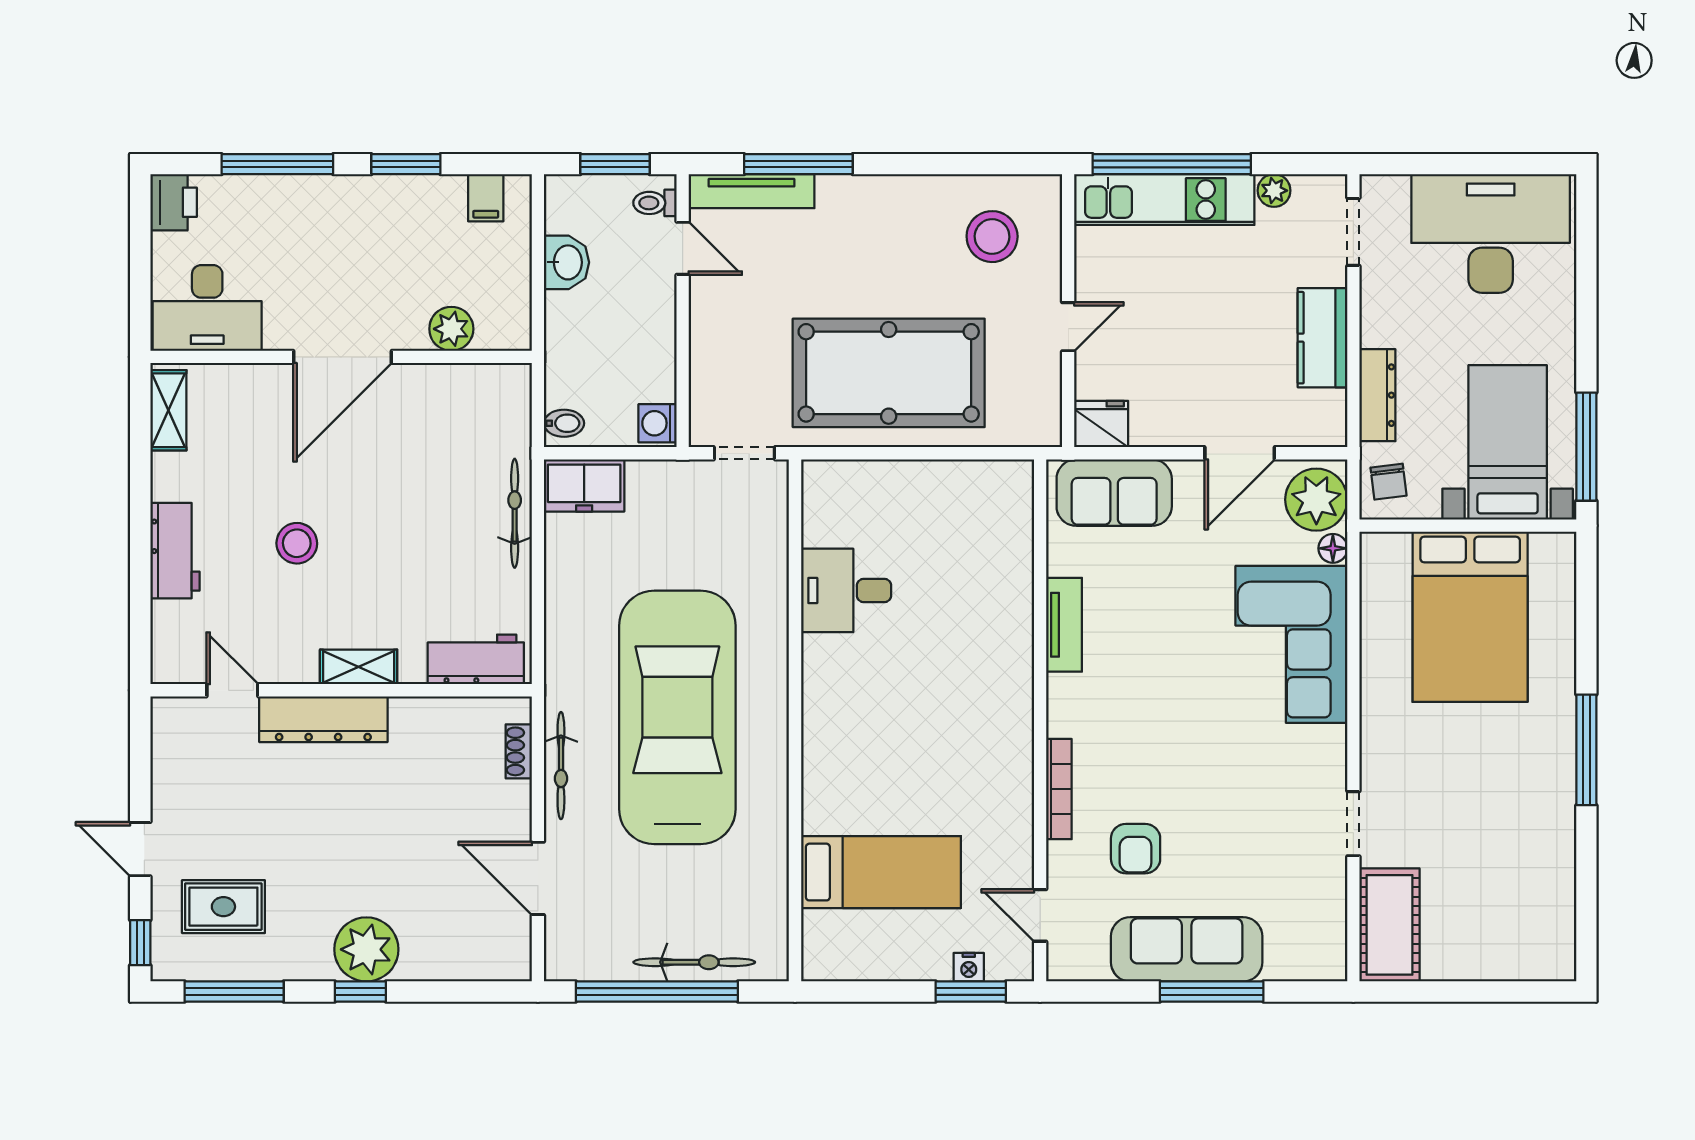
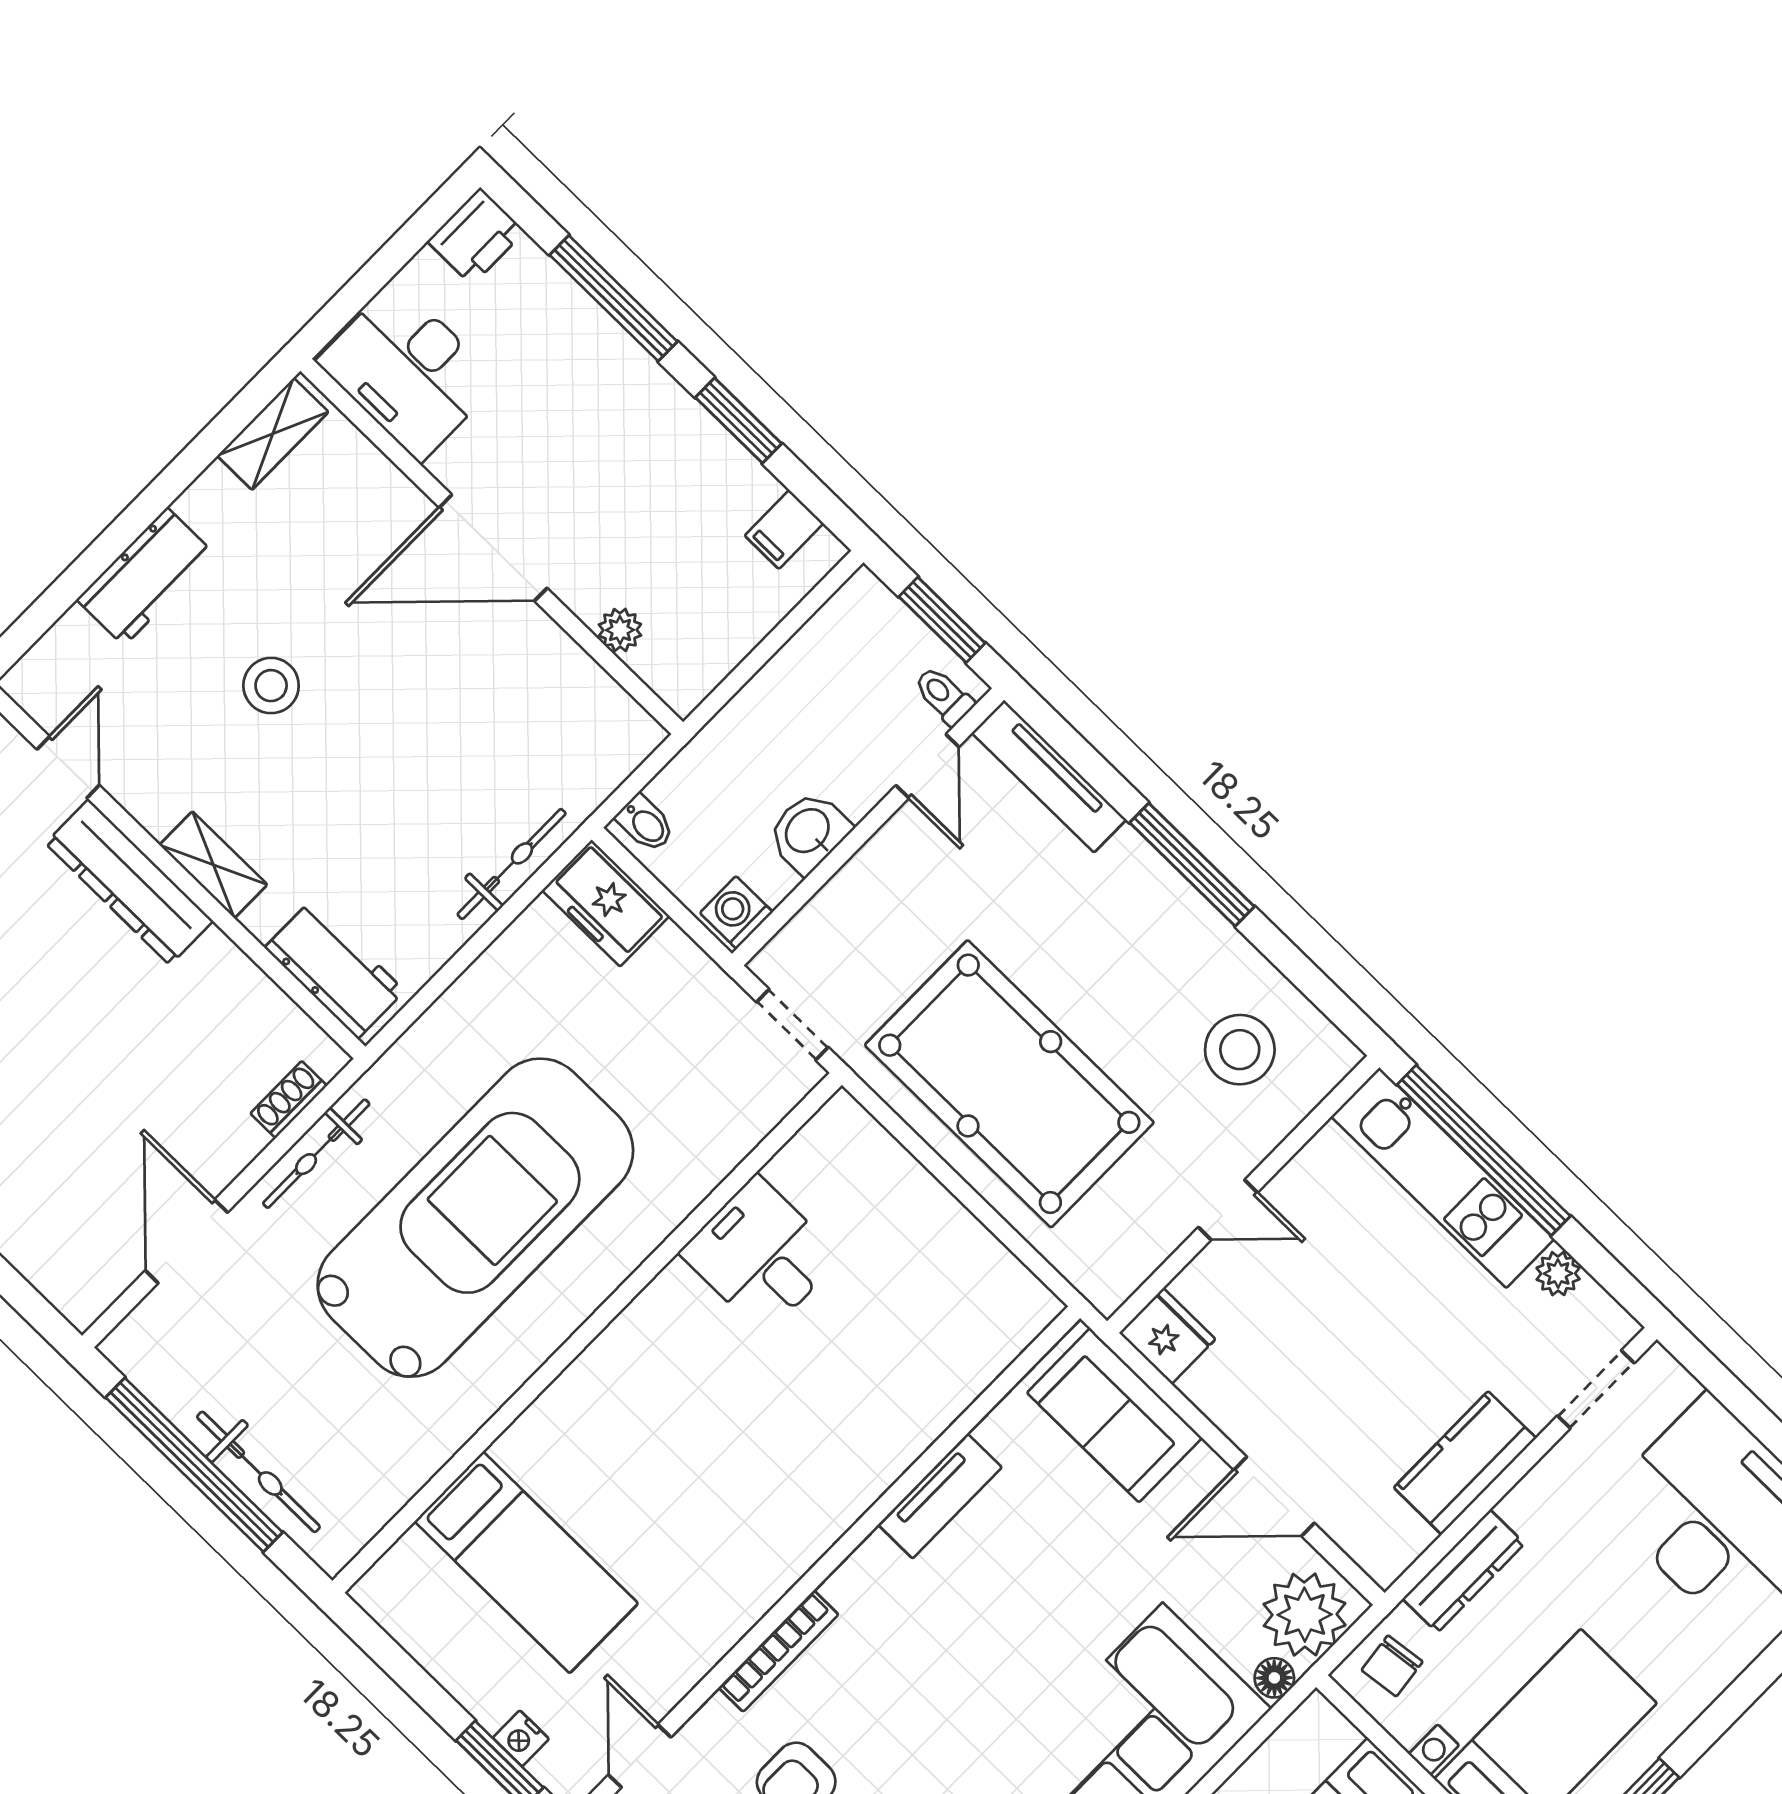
window: (798, 164) -> (1192, 865), moved
washbasin: (567, 262) -> (809, 832), moved, turned 180
plant: (451, 329) -> (620, 630), width x0.73, depth x0.73

